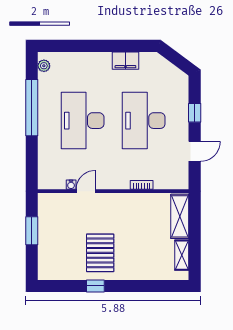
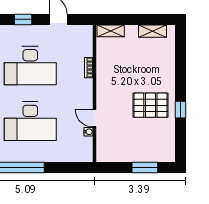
shelving: (180, 216) -> (111, 31), width x0.67, depth x0.75
window: (32, 231) -> (145, 167), moved

